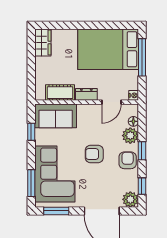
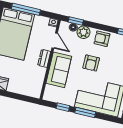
cot: (60, 93) -> (38, 78), removed
sofa: (56, 116) -> (59, 70), moved
window: (142, 151) -> (76, 21), moved
window: (31, 183) -> (85, 112), moved

